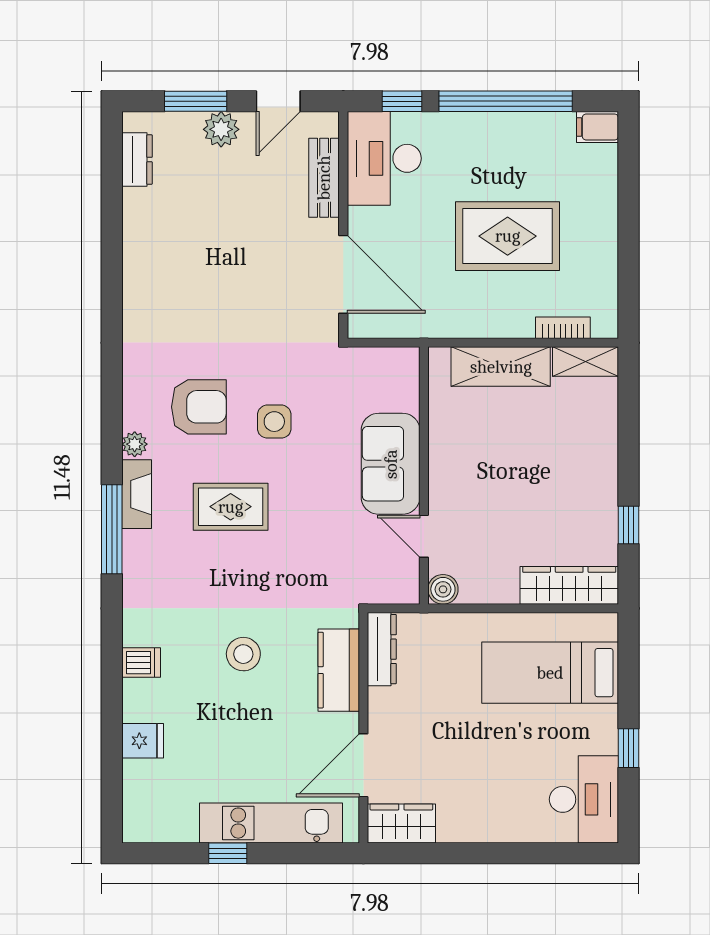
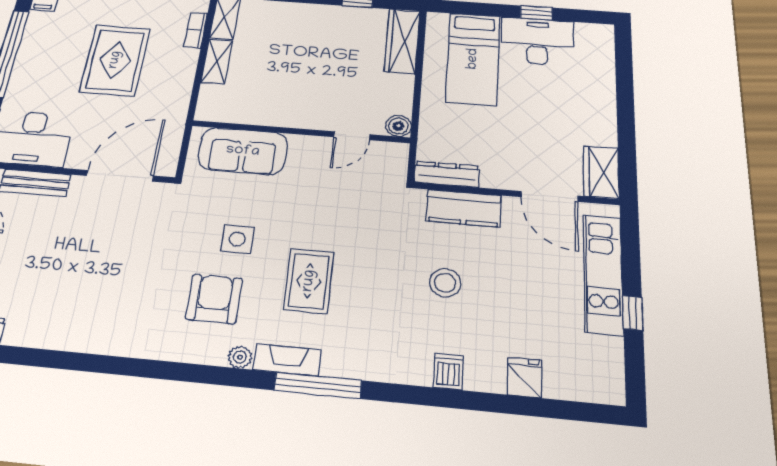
shelving: (501, 367) -> (217, 61), width x0.67, depth x0.75
sofa: (391, 464) -> (243, 151), moved
desk: (584, 799) -> (537, 41), moved

